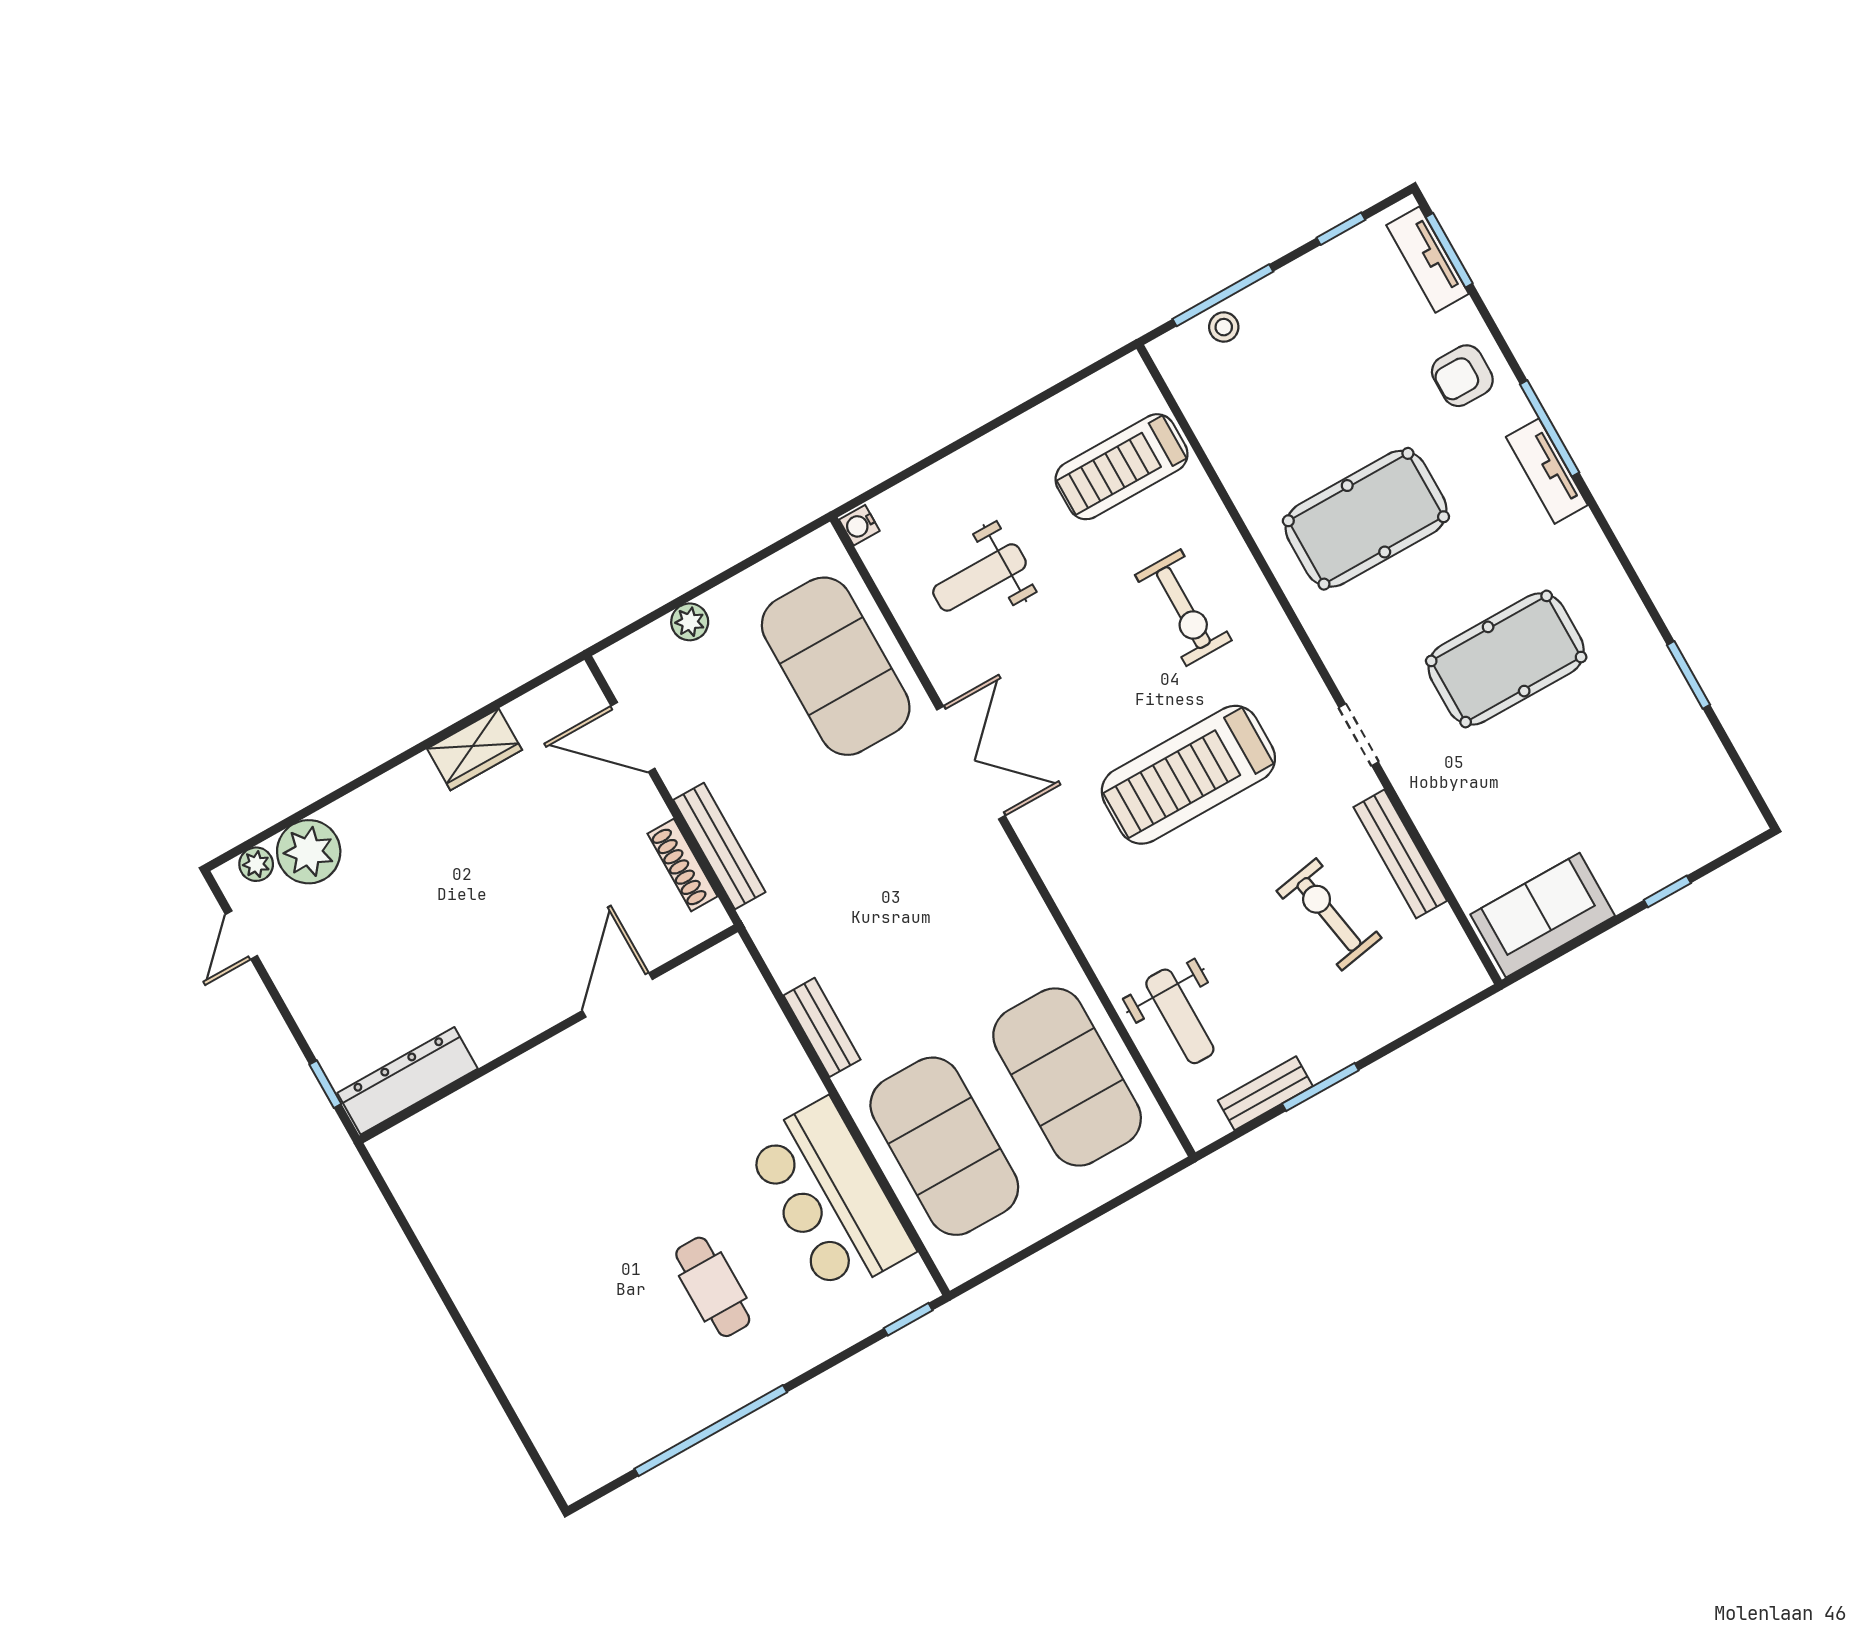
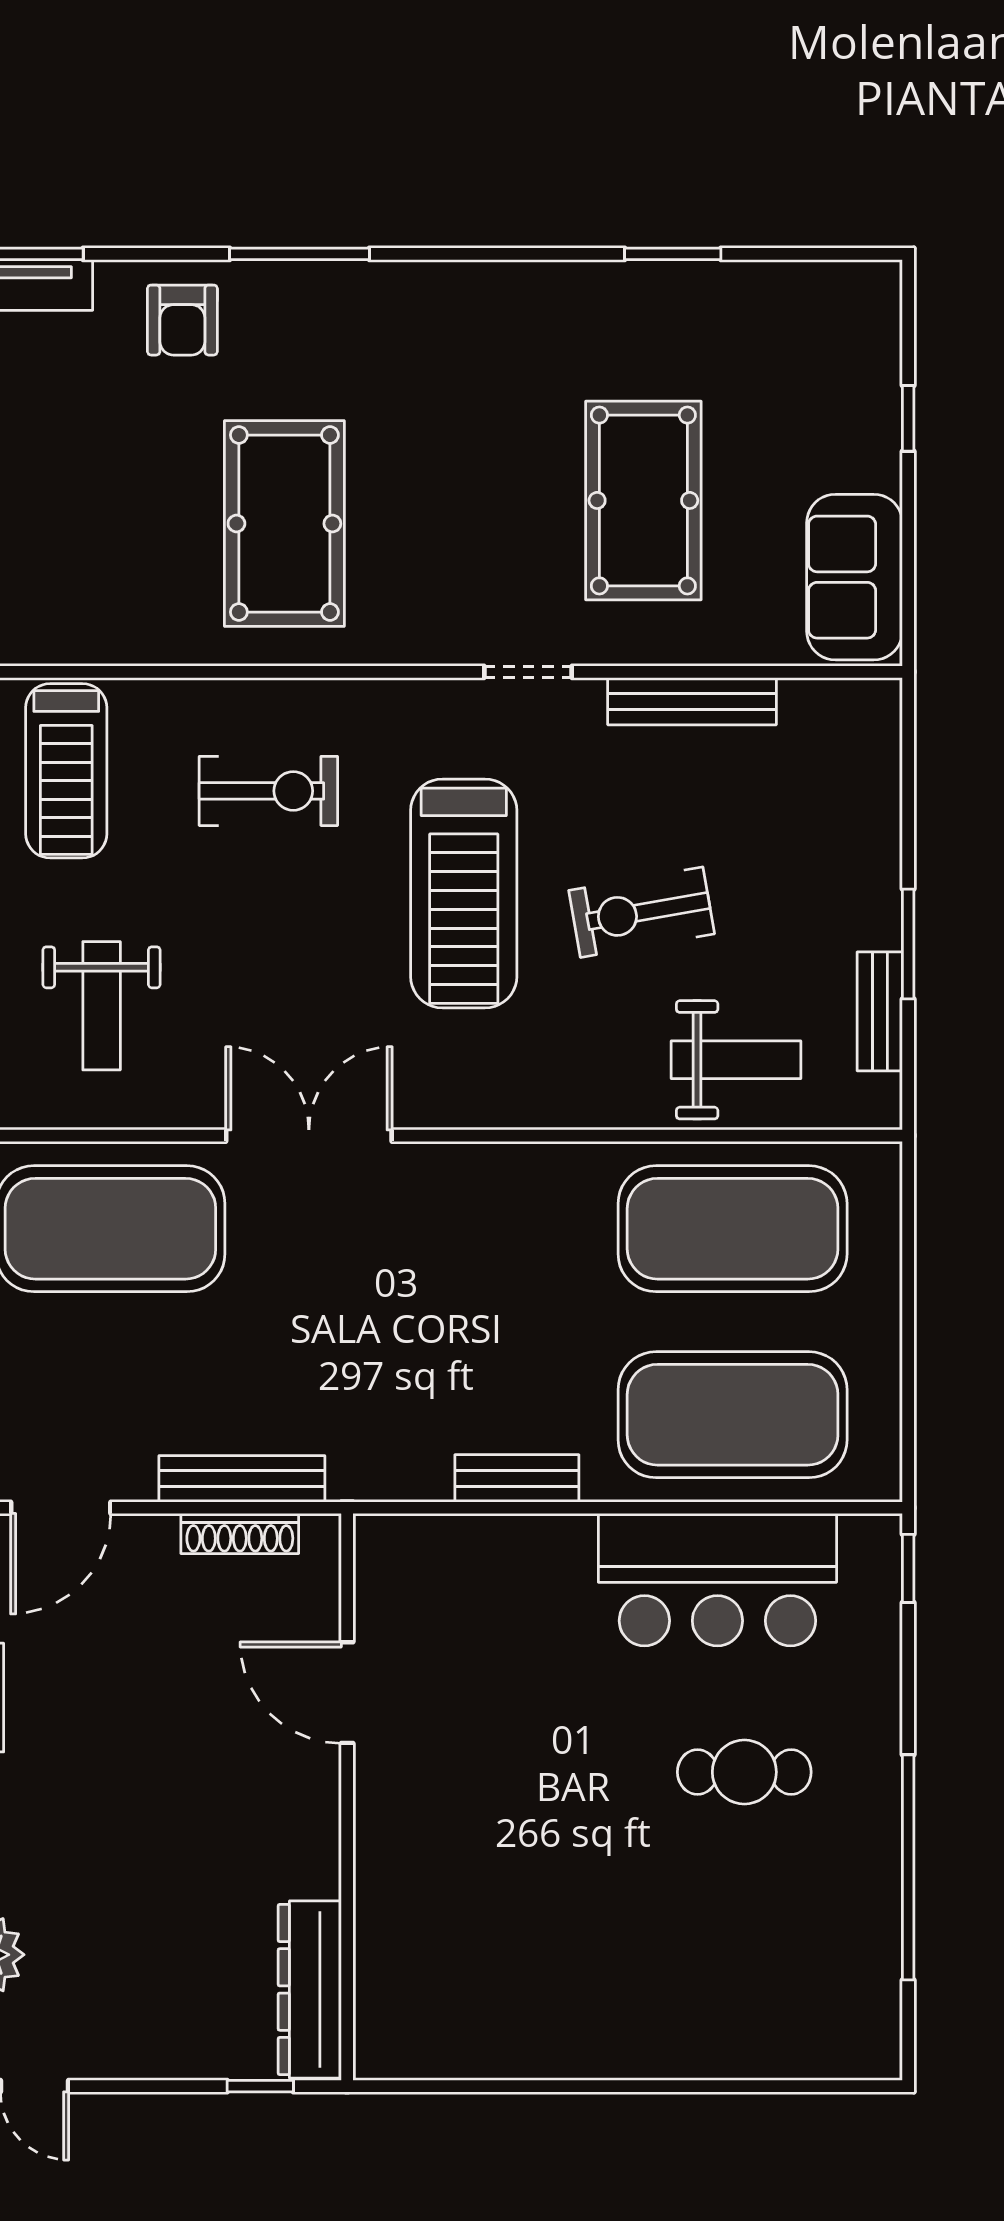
tv unit: (1547, 471) -> (347, 285), removed
pool table: (1506, 659) -> (643, 500), moved
exercise bike: (1329, 914) -> (642, 912), moved

